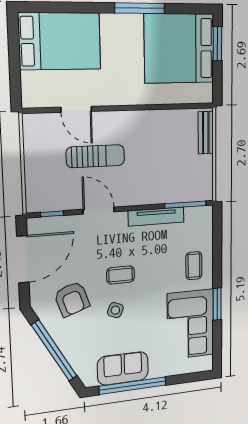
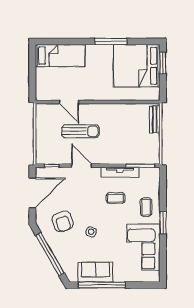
bed: (60, 41) -> (60, 56), width x0.67
coffee table: (121, 275) -> (116, 198), moved
window: (217, 304) -> (163, 223), moved

